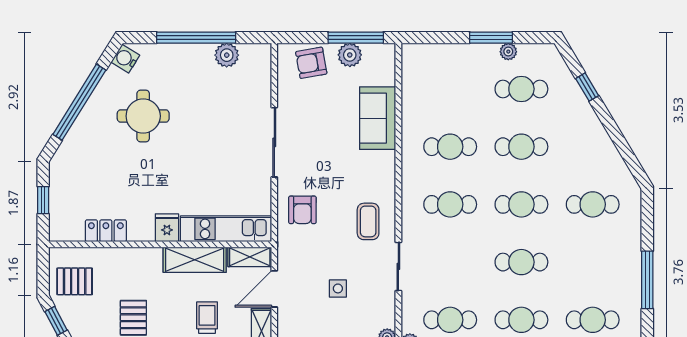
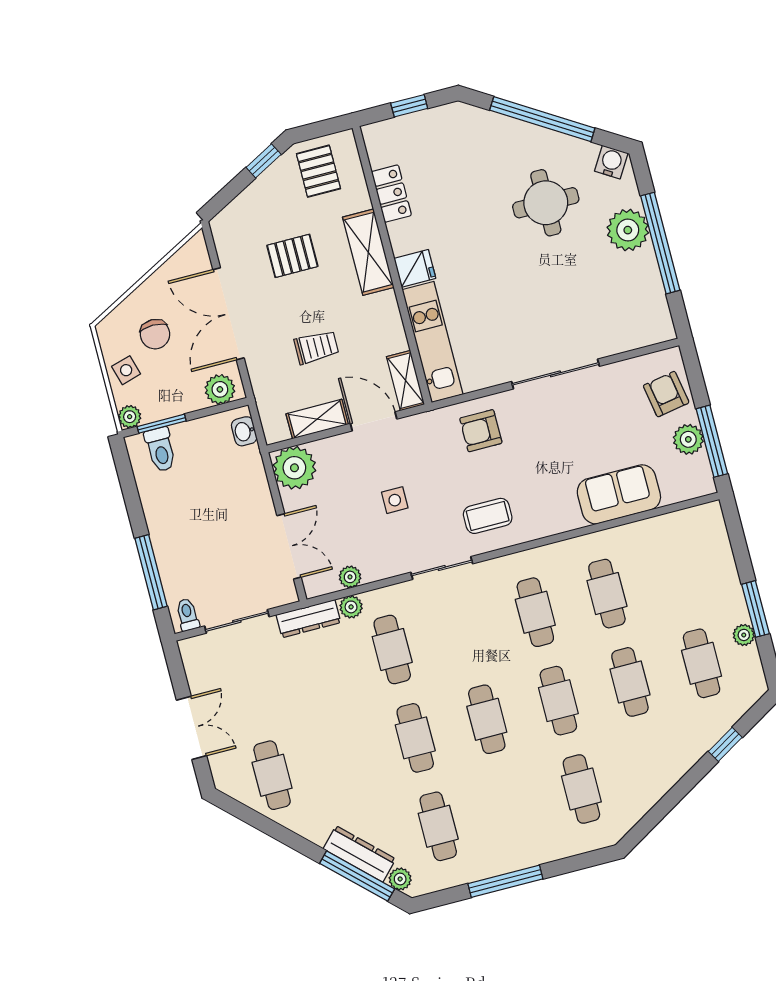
plant: (227, 55) -> (628, 230), moved, width x1.36, depth x1.36
shelving: (195, 260) -> (368, 252), moved

